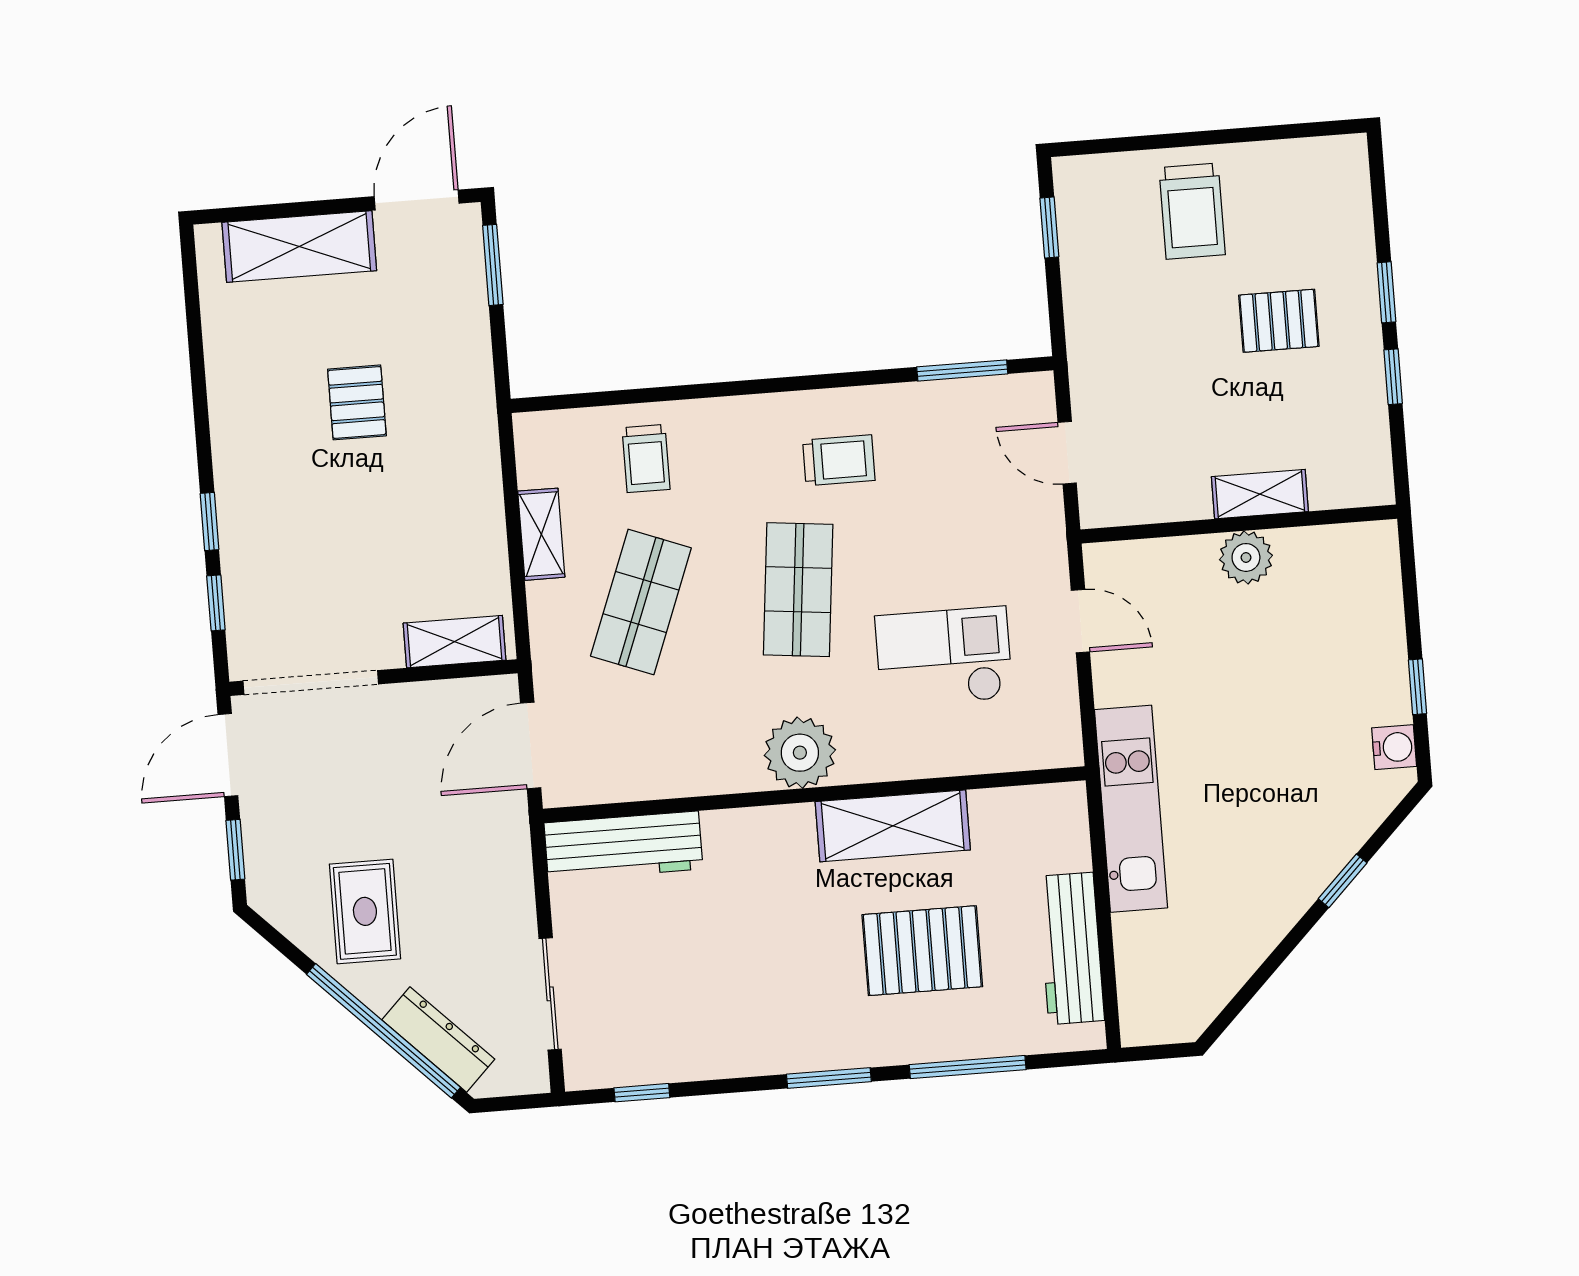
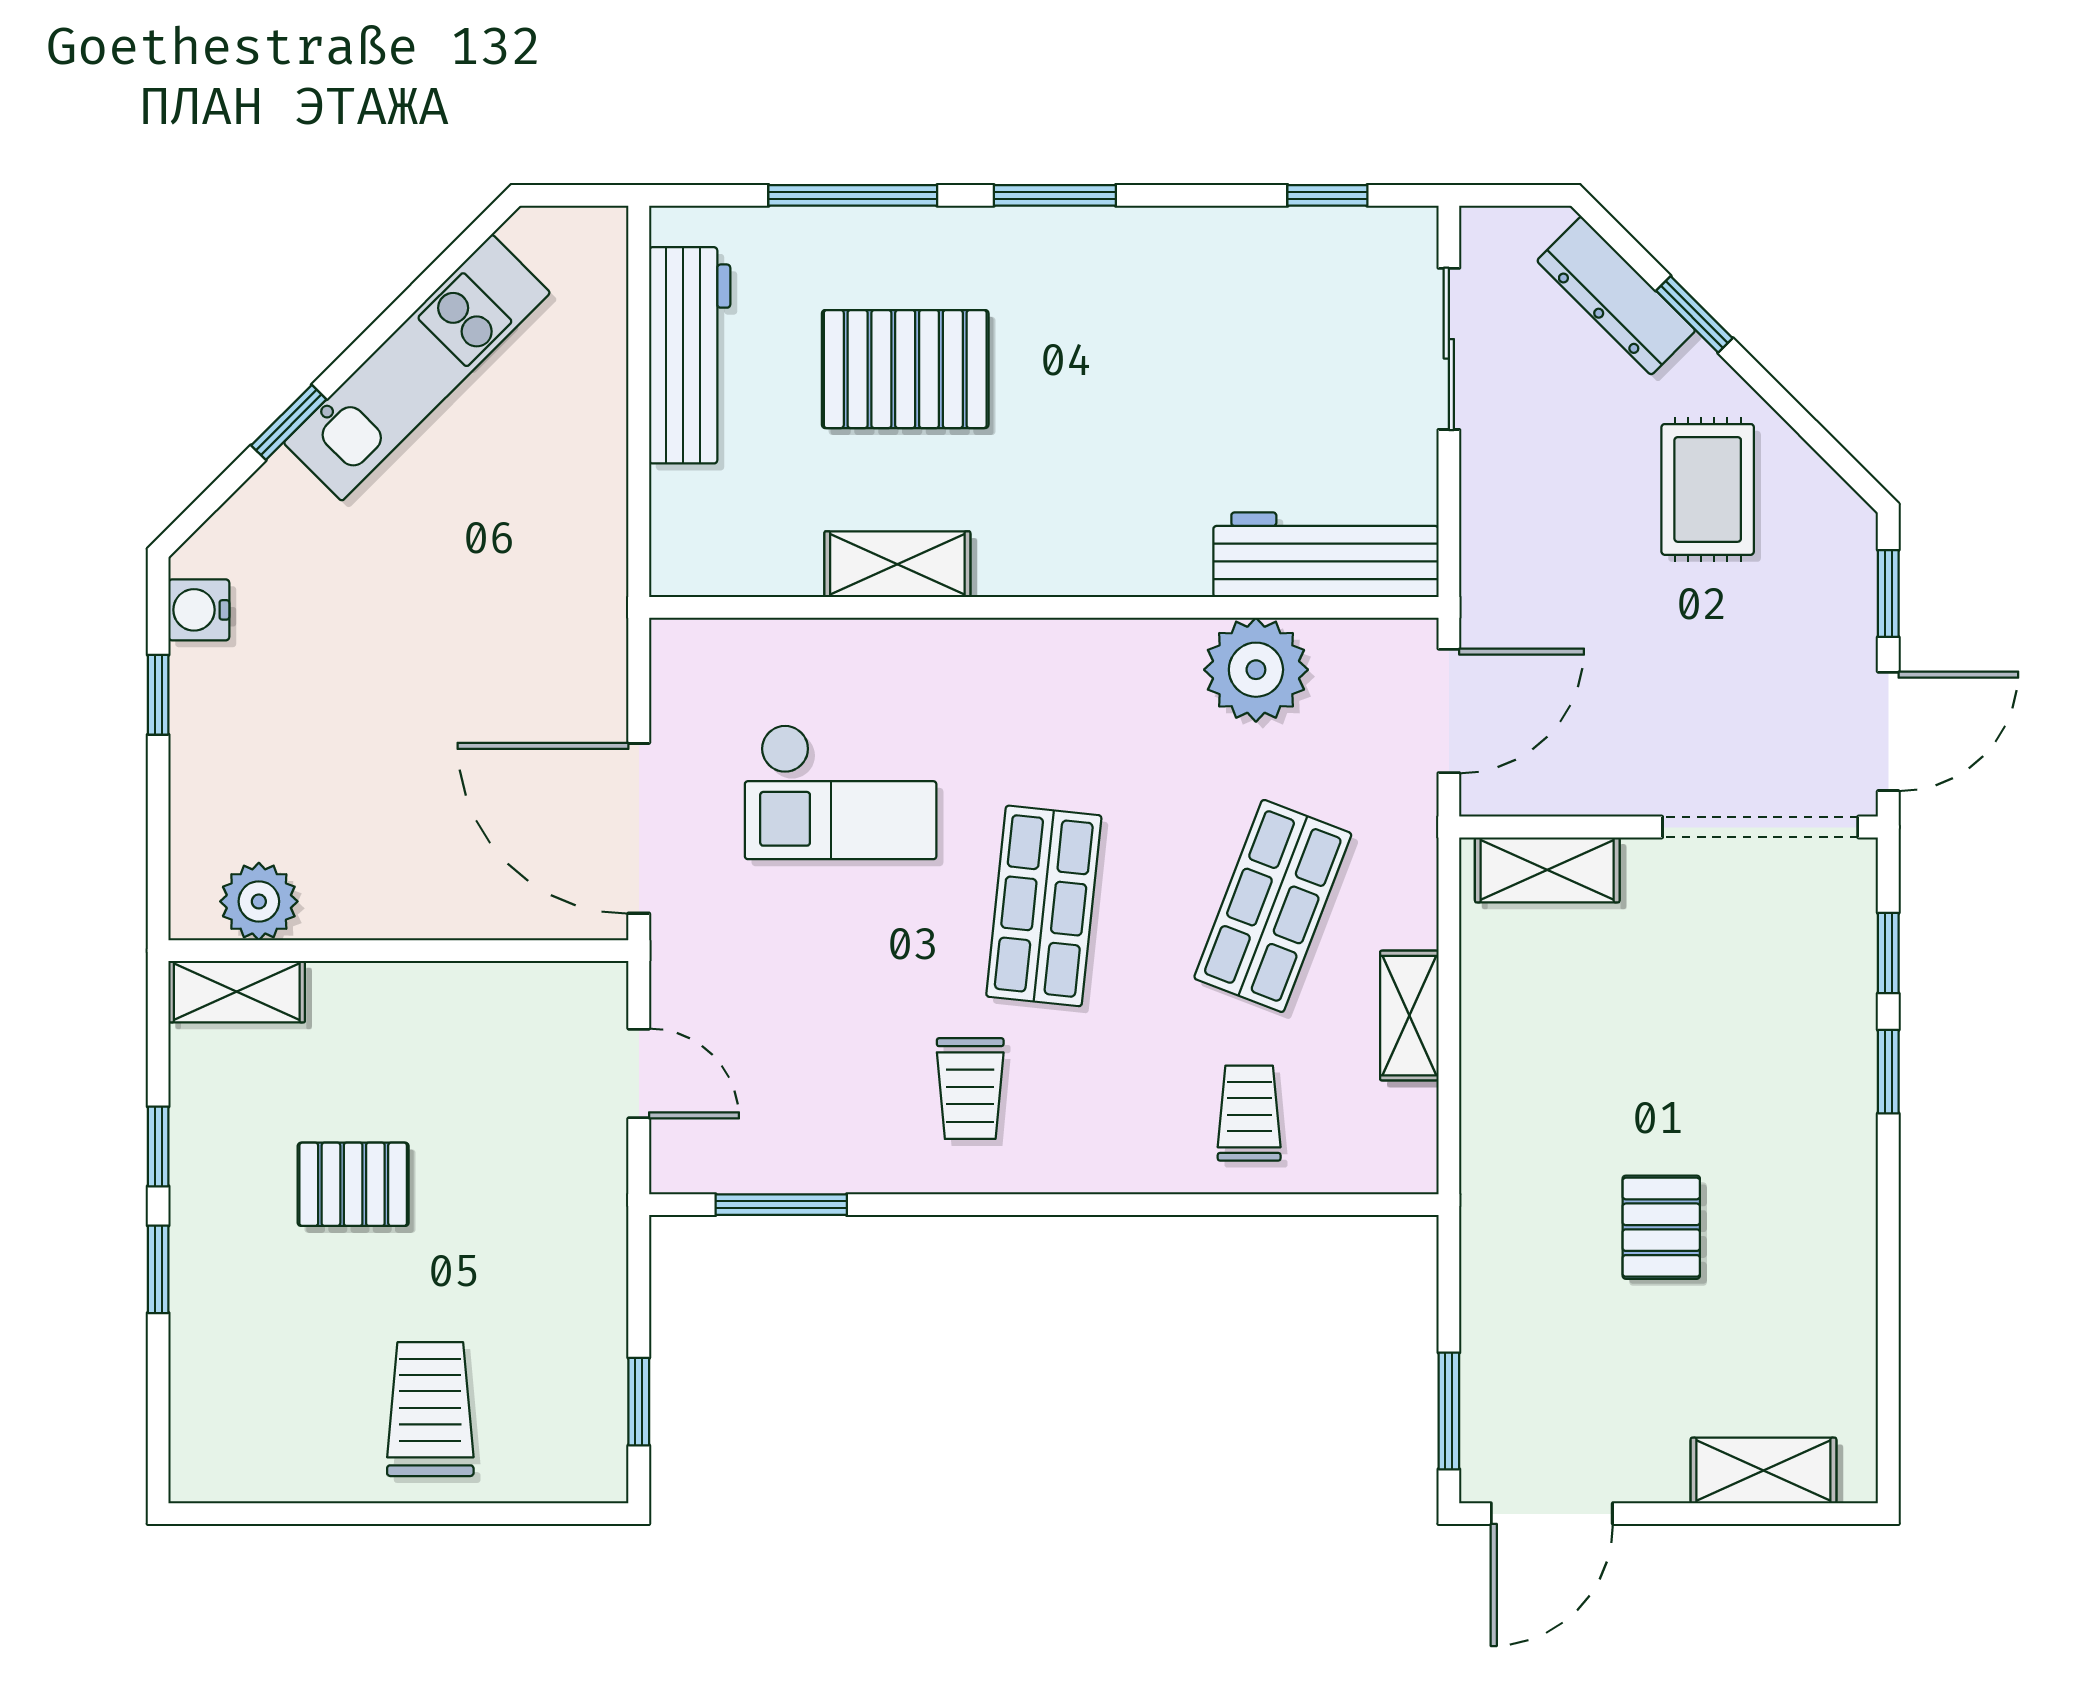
shelving: (299, 247) -> (1763, 1470), width x0.67, depth x0.75
pallet: (1279, 321) -> (353, 1184), moved
trolley: (839, 460) -> (970, 1089), turned -90
shelving: (1260, 494) -> (237, 992), moved
plant: (1246, 557) -> (259, 901), moved
door: (1080, 621) -> (639, 828), width x1.88
plant: (800, 753) -> (1256, 670), moved
kitchen unit: (1131, 809) -> (417, 368), moved, turned -135
shelving: (893, 826) -> (897, 564), width x0.67, depth x0.75
window: (384, 1031) -> (1694, 314), width x0.32

